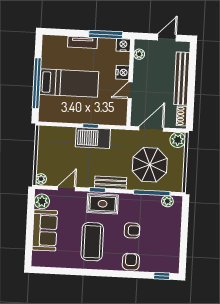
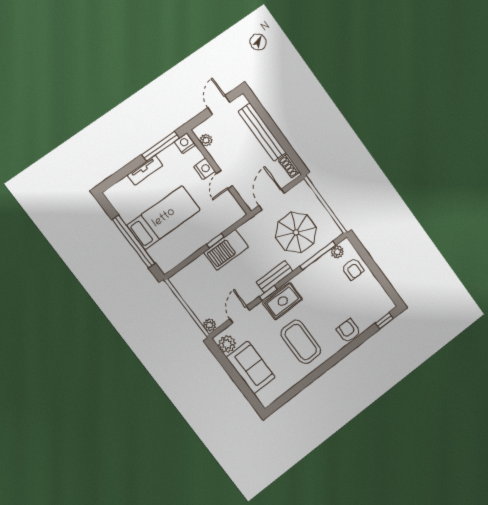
plant: (178, 140) -> (303, 190), removed
armchair: (132, 230) -> (353, 269), moved, turned 90

